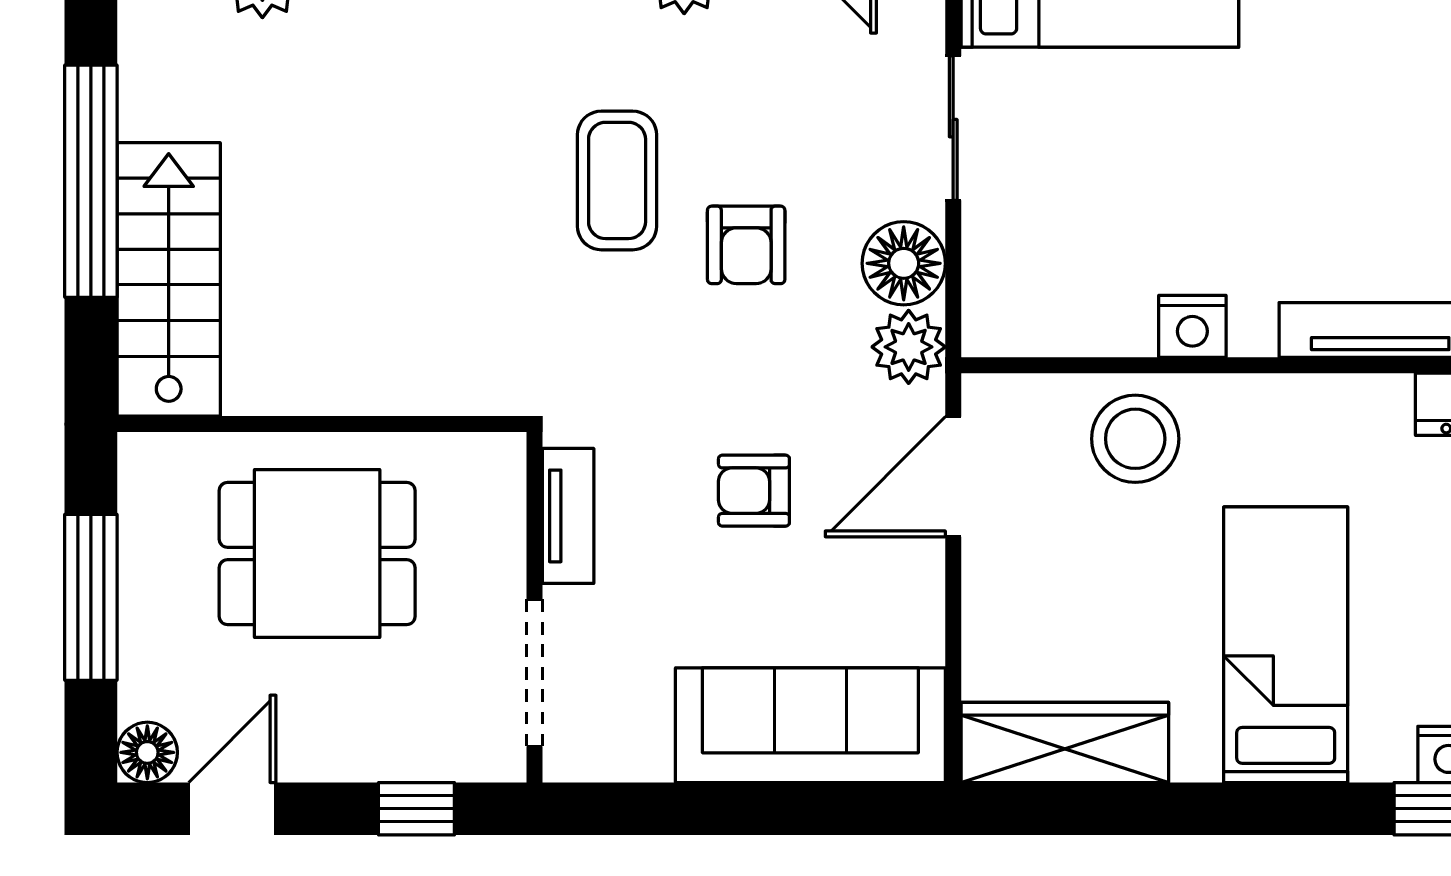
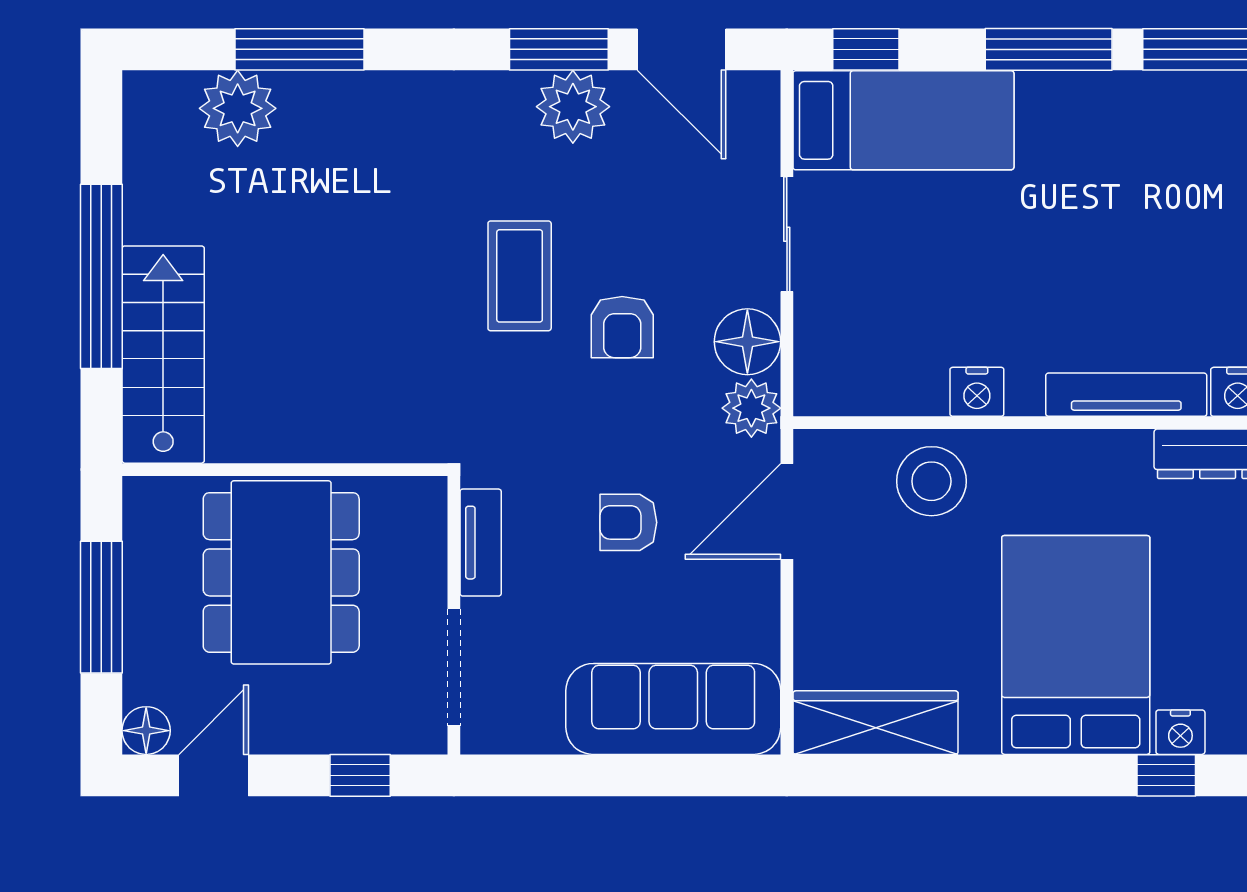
dining table: (317, 554) -> (281, 572), width x1.38
bed: (1286, 645) -> (1076, 645), width x1.50

